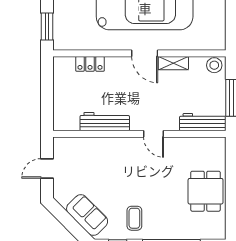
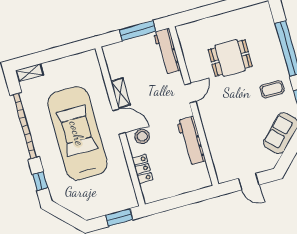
door: (145, 53) -> (119, 122), hinge flipped
stool: (214, 65) -> (142, 136), moved
dining table: (206, 191) -> (230, 58), moved

